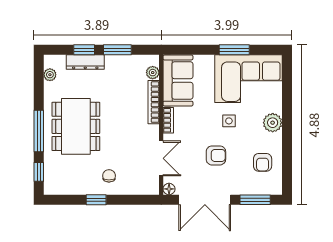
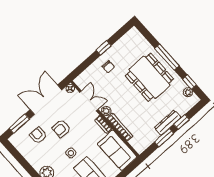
dresser: (85, 62) -> (168, 123), moved
plant: (153, 73) -> (106, 111), moved
double door: (161, 158) -> (89, 101), swing flipped
armchair: (263, 162) -> (38, 135), moved
window: (39, 172) -> (190, 82), moved

